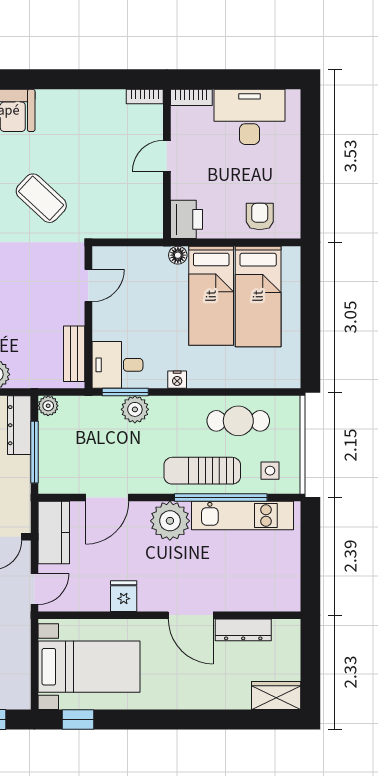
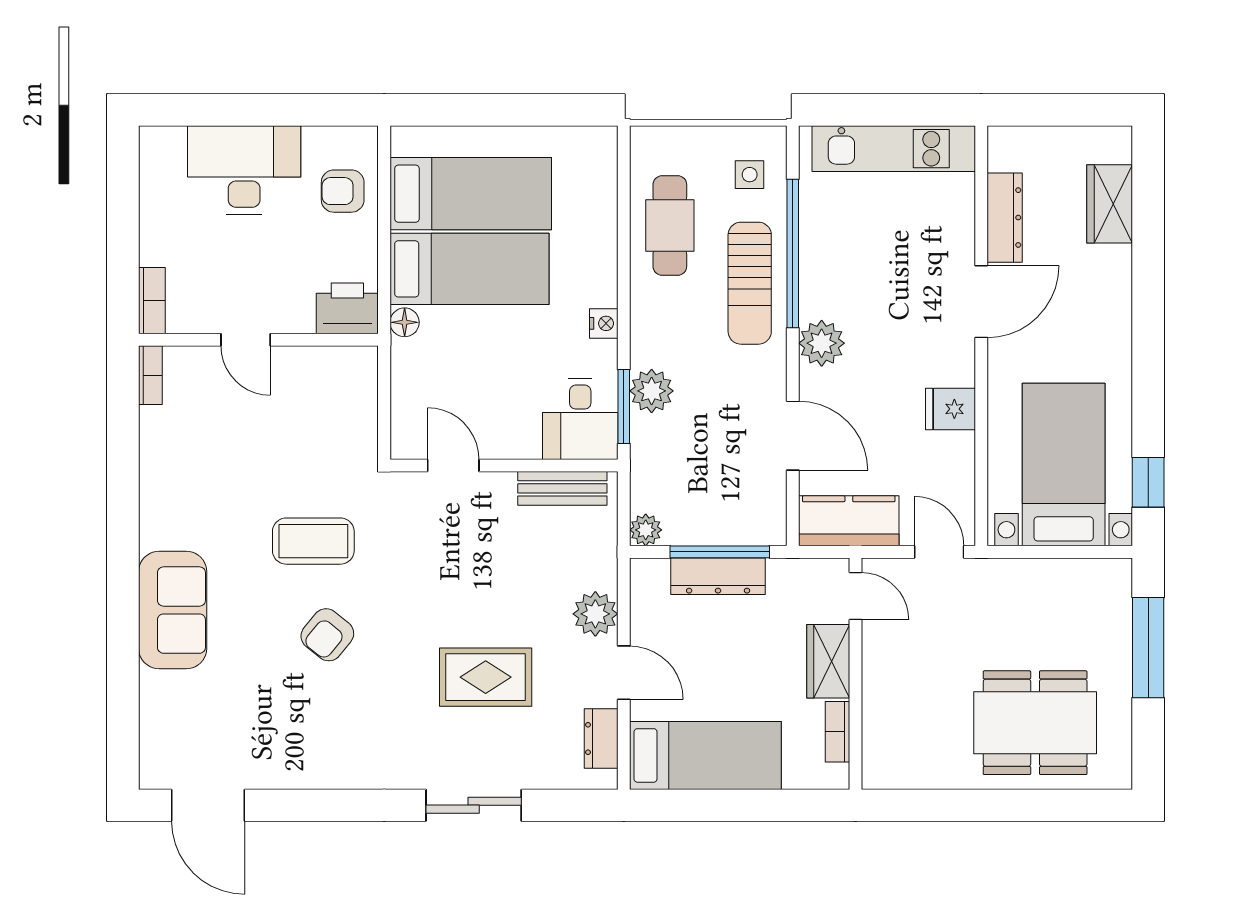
desk: (249, 117) -> (244, 170), moved, turned 90
coffee table: (41, 198) -> (313, 541), turned 47
dresser: (19, 425) -> (718, 576), moved
kitchen unit: (242, 516) -> (894, 149), moved, turned 90
plant: (170, 521) -> (822, 343), width x0.73, depth x0.73
wardrobe: (276, 695) -> (1110, 204), moved

